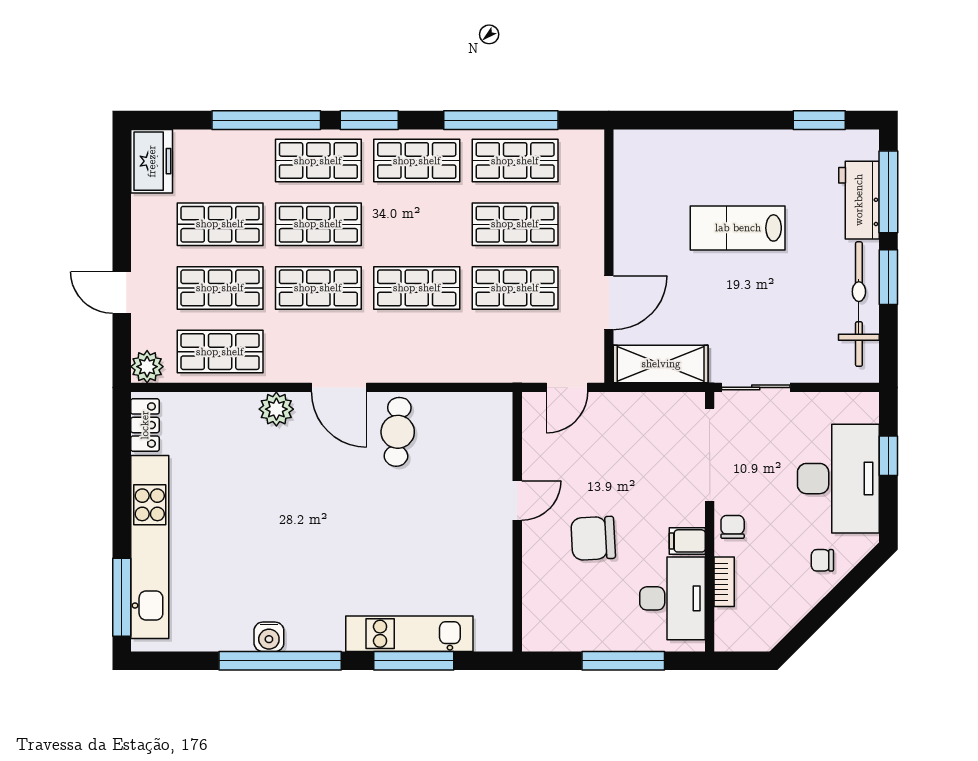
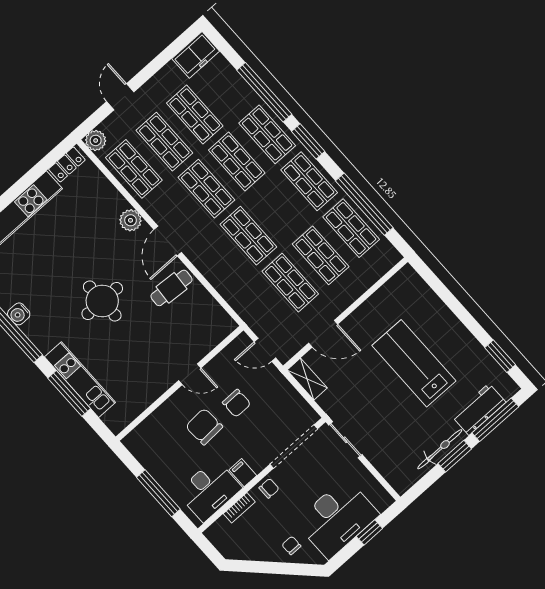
lab bench: (738, 228) -> (414, 363), width x1.36, depth x1.39
bicycle: (859, 304) -> (440, 449), width x0.73, depth x0.71
shelving: (661, 364) -> (307, 379), width x0.67, depth x0.75
chair: (600, 476) -> (237, 403), added
round table: (341, 526) -> (102, 301), added

